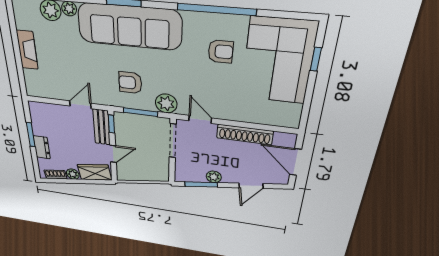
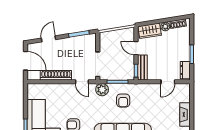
armchair: (130, 83) -> (123, 101), turned 90
door: (80, 105) -> (168, 82), moved
dresser: (42, 147) -> (185, 70), moved
door: (113, 154) -> (136, 48), hinge flipped
plant: (214, 177) -> (71, 41), removed

